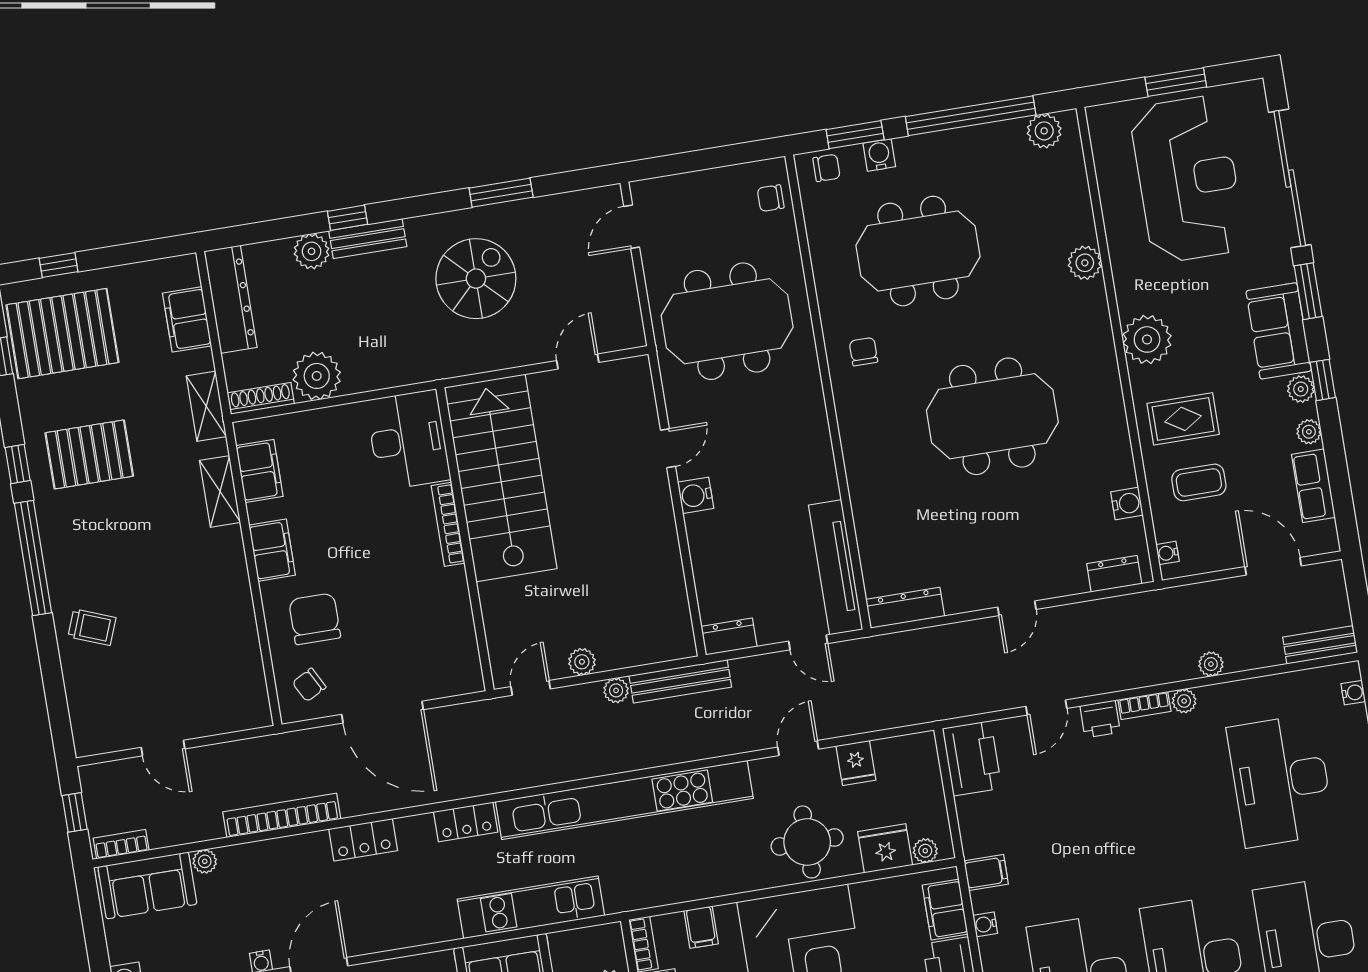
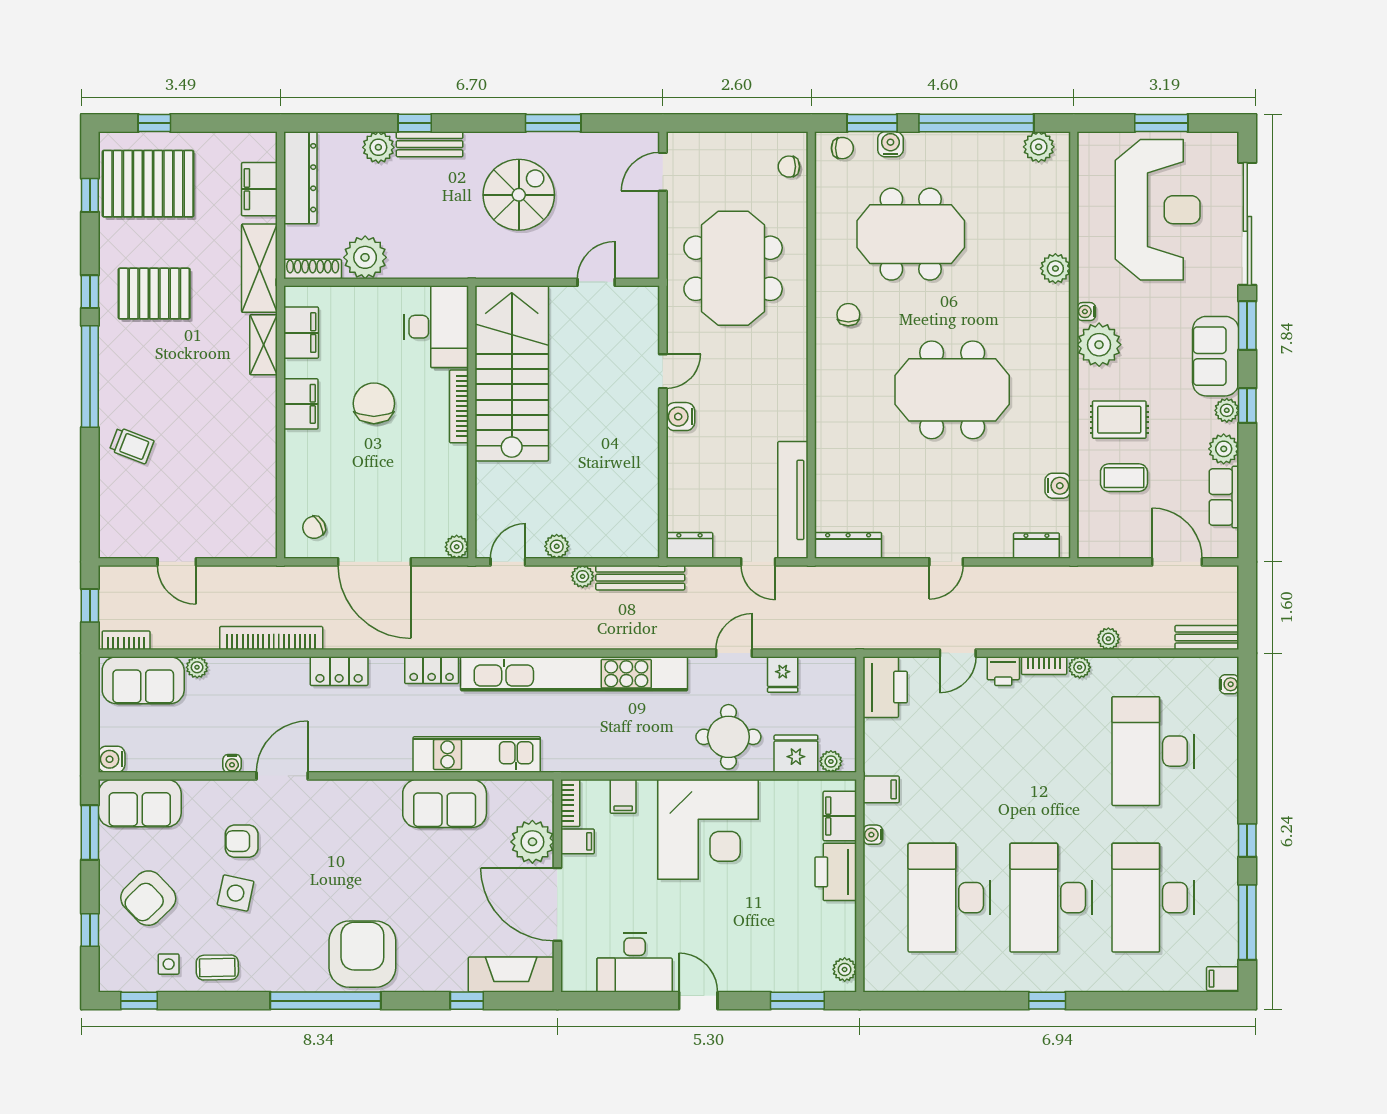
meeting table: (727, 321) -> (733, 268), turned 90
shelving: (206, 406) -> (259, 268), width x1.50, depth x1.33
plant: (1309, 432) -> (1224, 449), width x1.38, depth x1.38
water cooler: (1168, 553) -> (1086, 312), moved
chair: (315, 619) -> (374, 403), moved
plant: (471, 680) -> (457, 547), added

